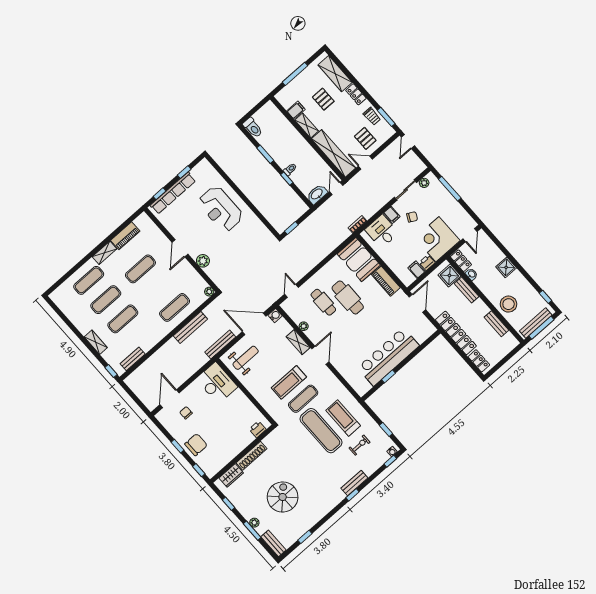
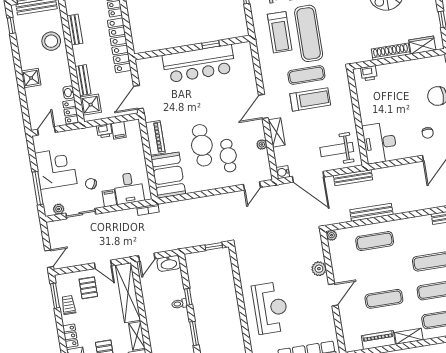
corner desk: (437, 239) -> (56, 168), moved, turned -90

